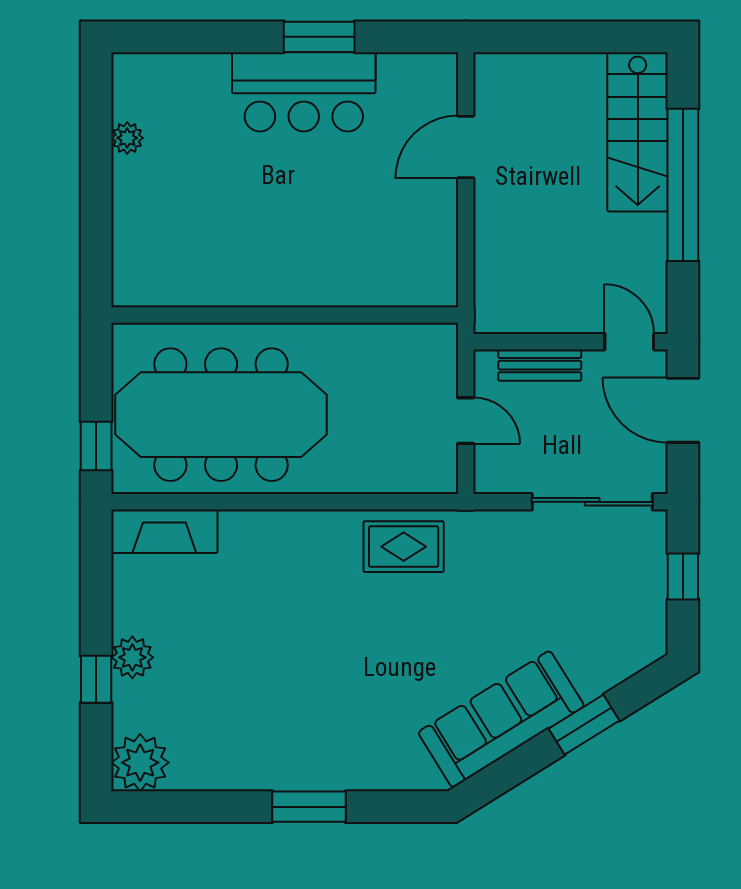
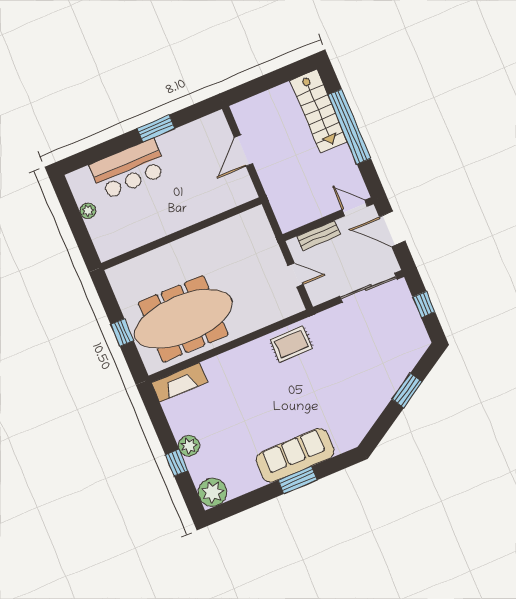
bar counter: (304, 92) -> (129, 169), moved
wall: (285, 315) -> (182, 234), moved
window: (96, 446) -> (122, 332), moved
sofa: (501, 719) -> (295, 455), moved, turned 32

